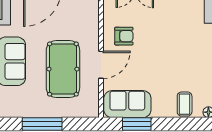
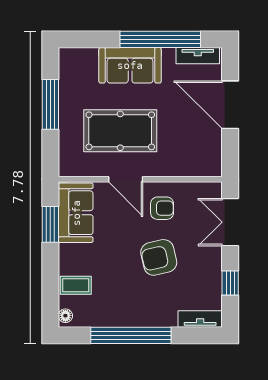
armchair: (124, 36) -> (162, 208), turned -90
armchair: (163, 39) -> (159, 257), added

